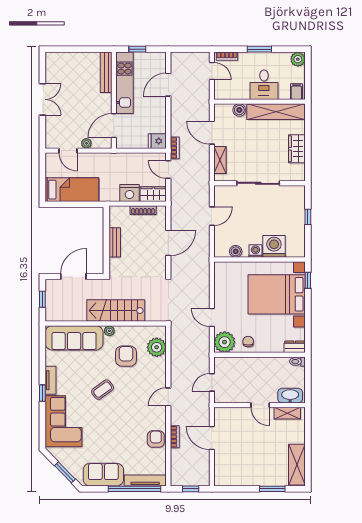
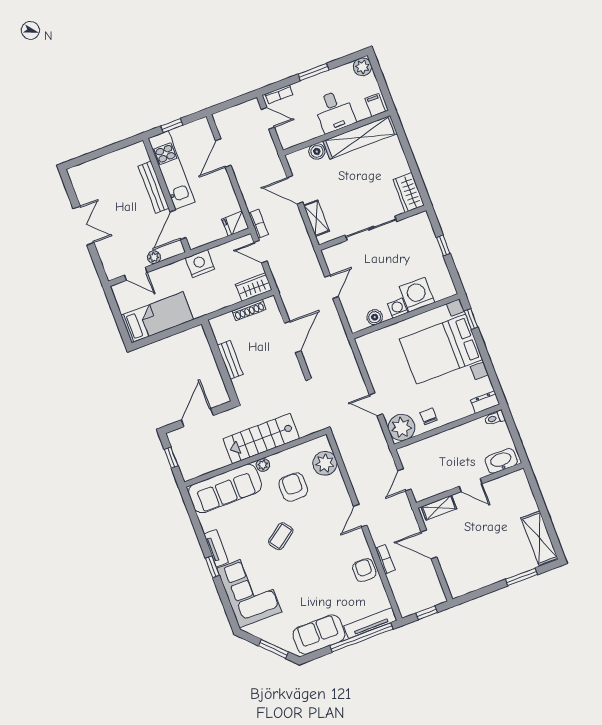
bench: (106, 72) -> (154, 187), moved
wardrobe: (297, 149) -> (409, 192), moved
nightstand: (130, 193) -> (200, 264), moved, turned 180
shelving: (287, 413) -> (439, 508), moved

